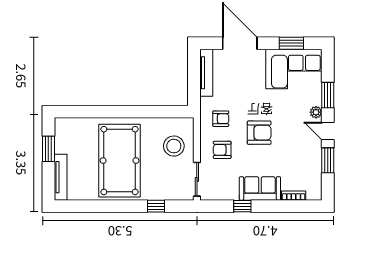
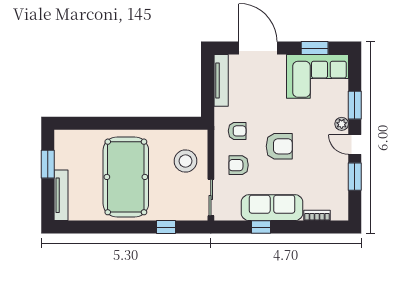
sofa: (260, 188) -> (272, 208), width x1.36

